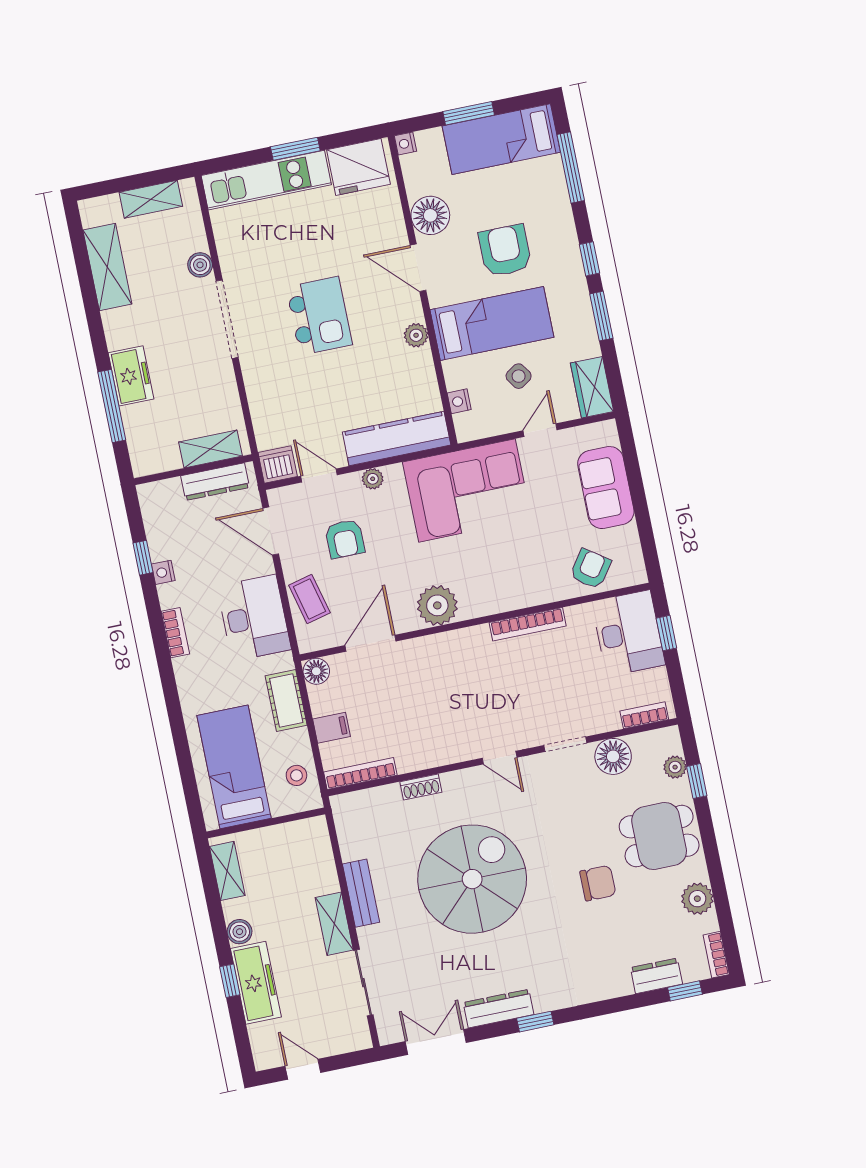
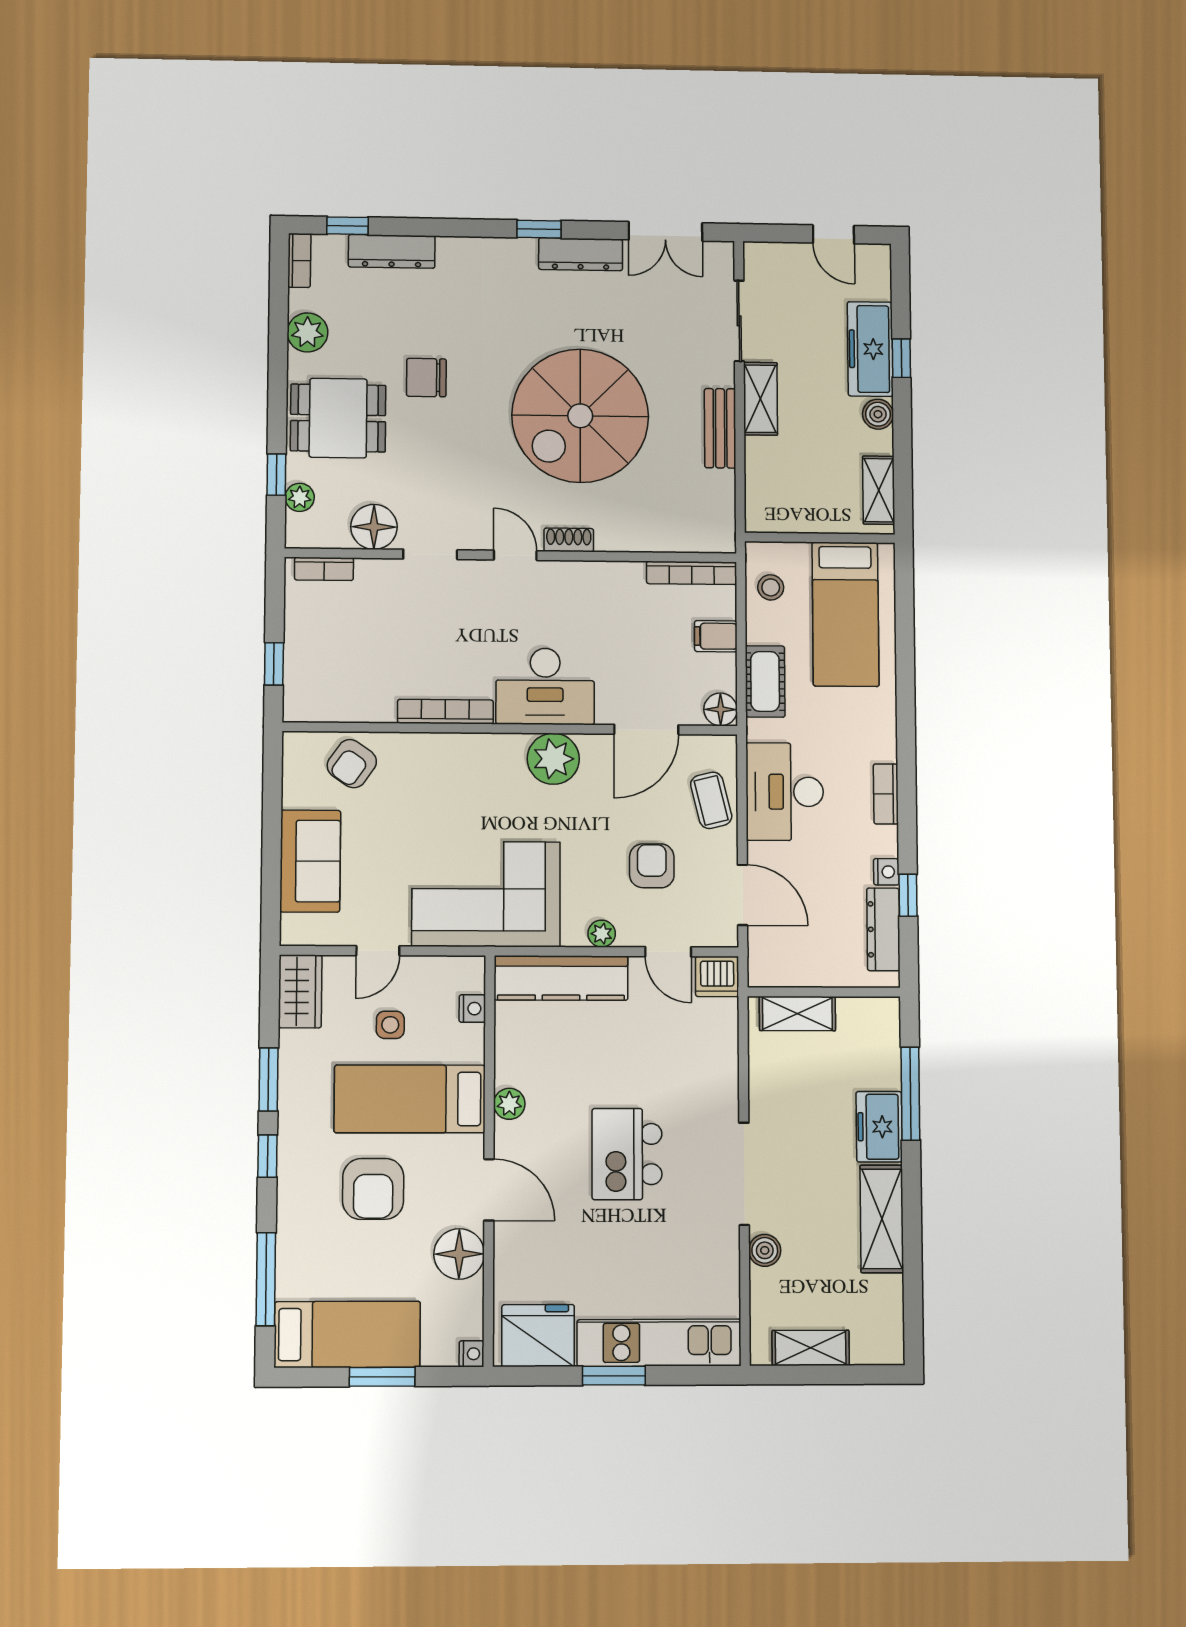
shelving: (107, 267) -> (882, 1219), moved
side table: (519, 376) -> (390, 1025), turned 34
dresser: (215, 482) -> (883, 929), moved, turned -90
desk: (628, 633) -> (545, 686), moved, turned -90
shoe rack: (421, 787) -> (569, 540), moved
dresser: (656, 976) -> (392, 251), width x1.44

